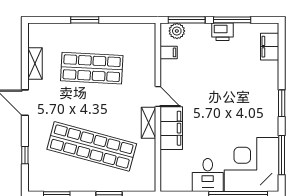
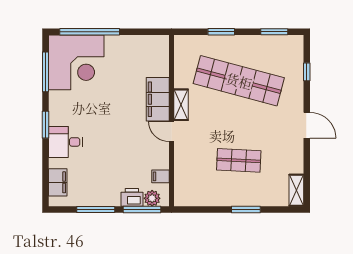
printer: (223, 32) -> (132, 197), moved
shelving: (35, 64) -> (296, 190), moved
shop shelf: (92, 68) -> (239, 160), width x0.70, depth x0.74
desk: (208, 175) -> (65, 142), moved, turned -90

